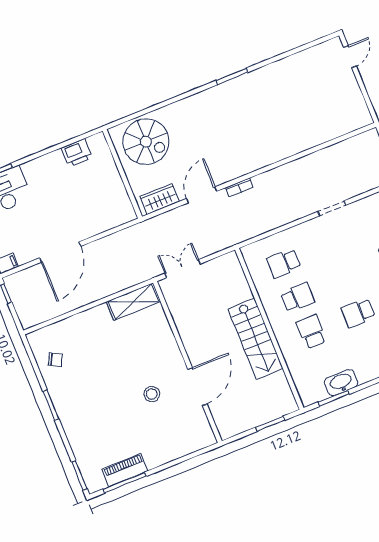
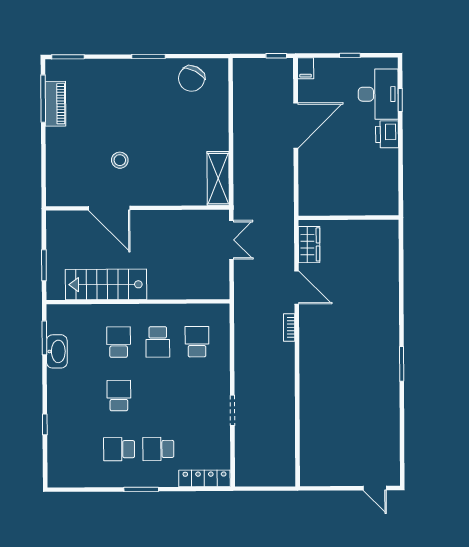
spiral stairs: (146, 142) -> (371, 253), removed
printer: (77, 153) -> (387, 134), moved
door: (60, 252) -> (296, 125), swing flipped
school desk: (311, 332) -> (119, 342), turned -90
stairs: (256, 339) -> (106, 284), moved
chair: (55, 360) -> (192, 79), width x1.87, depth x1.87

